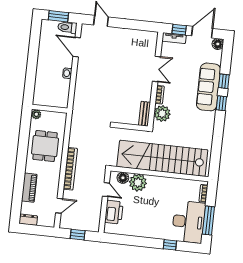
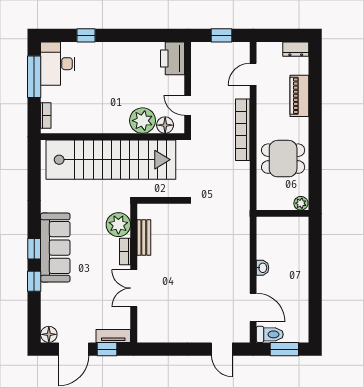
sofa: (209, 87) -> (55, 248), moved
bench: (145, 114) -> (144, 238), moved
dining table: (45, 146) -> (283, 159), turned 90
printer: (114, 212) -> (173, 58), moved
desk: (188, 222) -> (58, 64), width x0.73, depth x0.77

